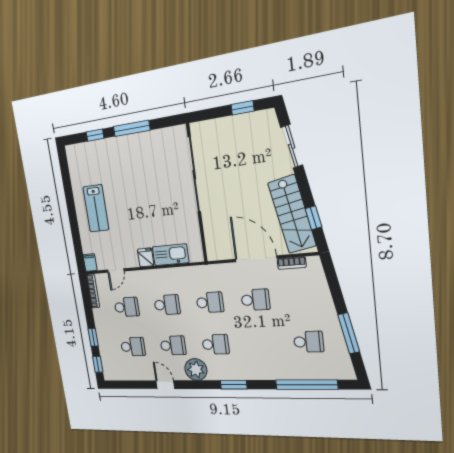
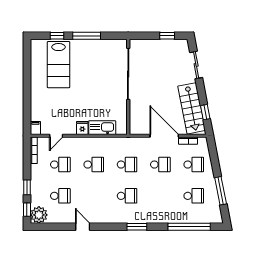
lab bench: (96, 208) -> (58, 65), moved, width x1.36, depth x1.39
school desk: (173, 345) -> (194, 165), moved
plant: (196, 369) -> (39, 215), moved

